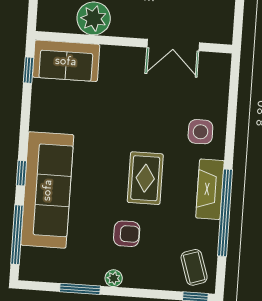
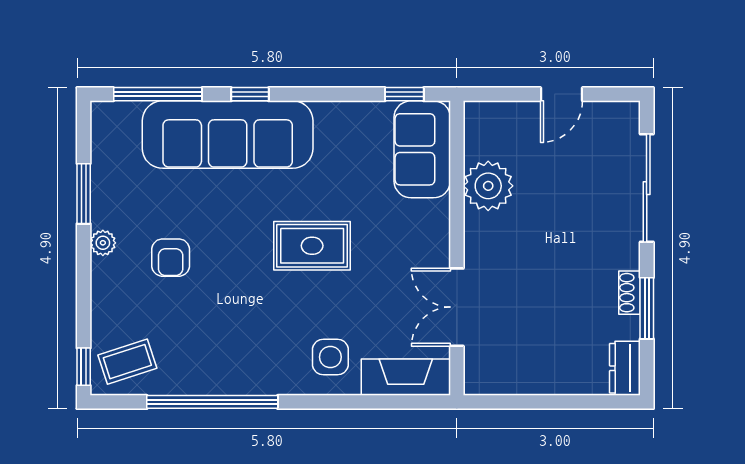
rug: (145, 178) -> (312, 246), moved
fireplace: (210, 189) -> (406, 377), moved

